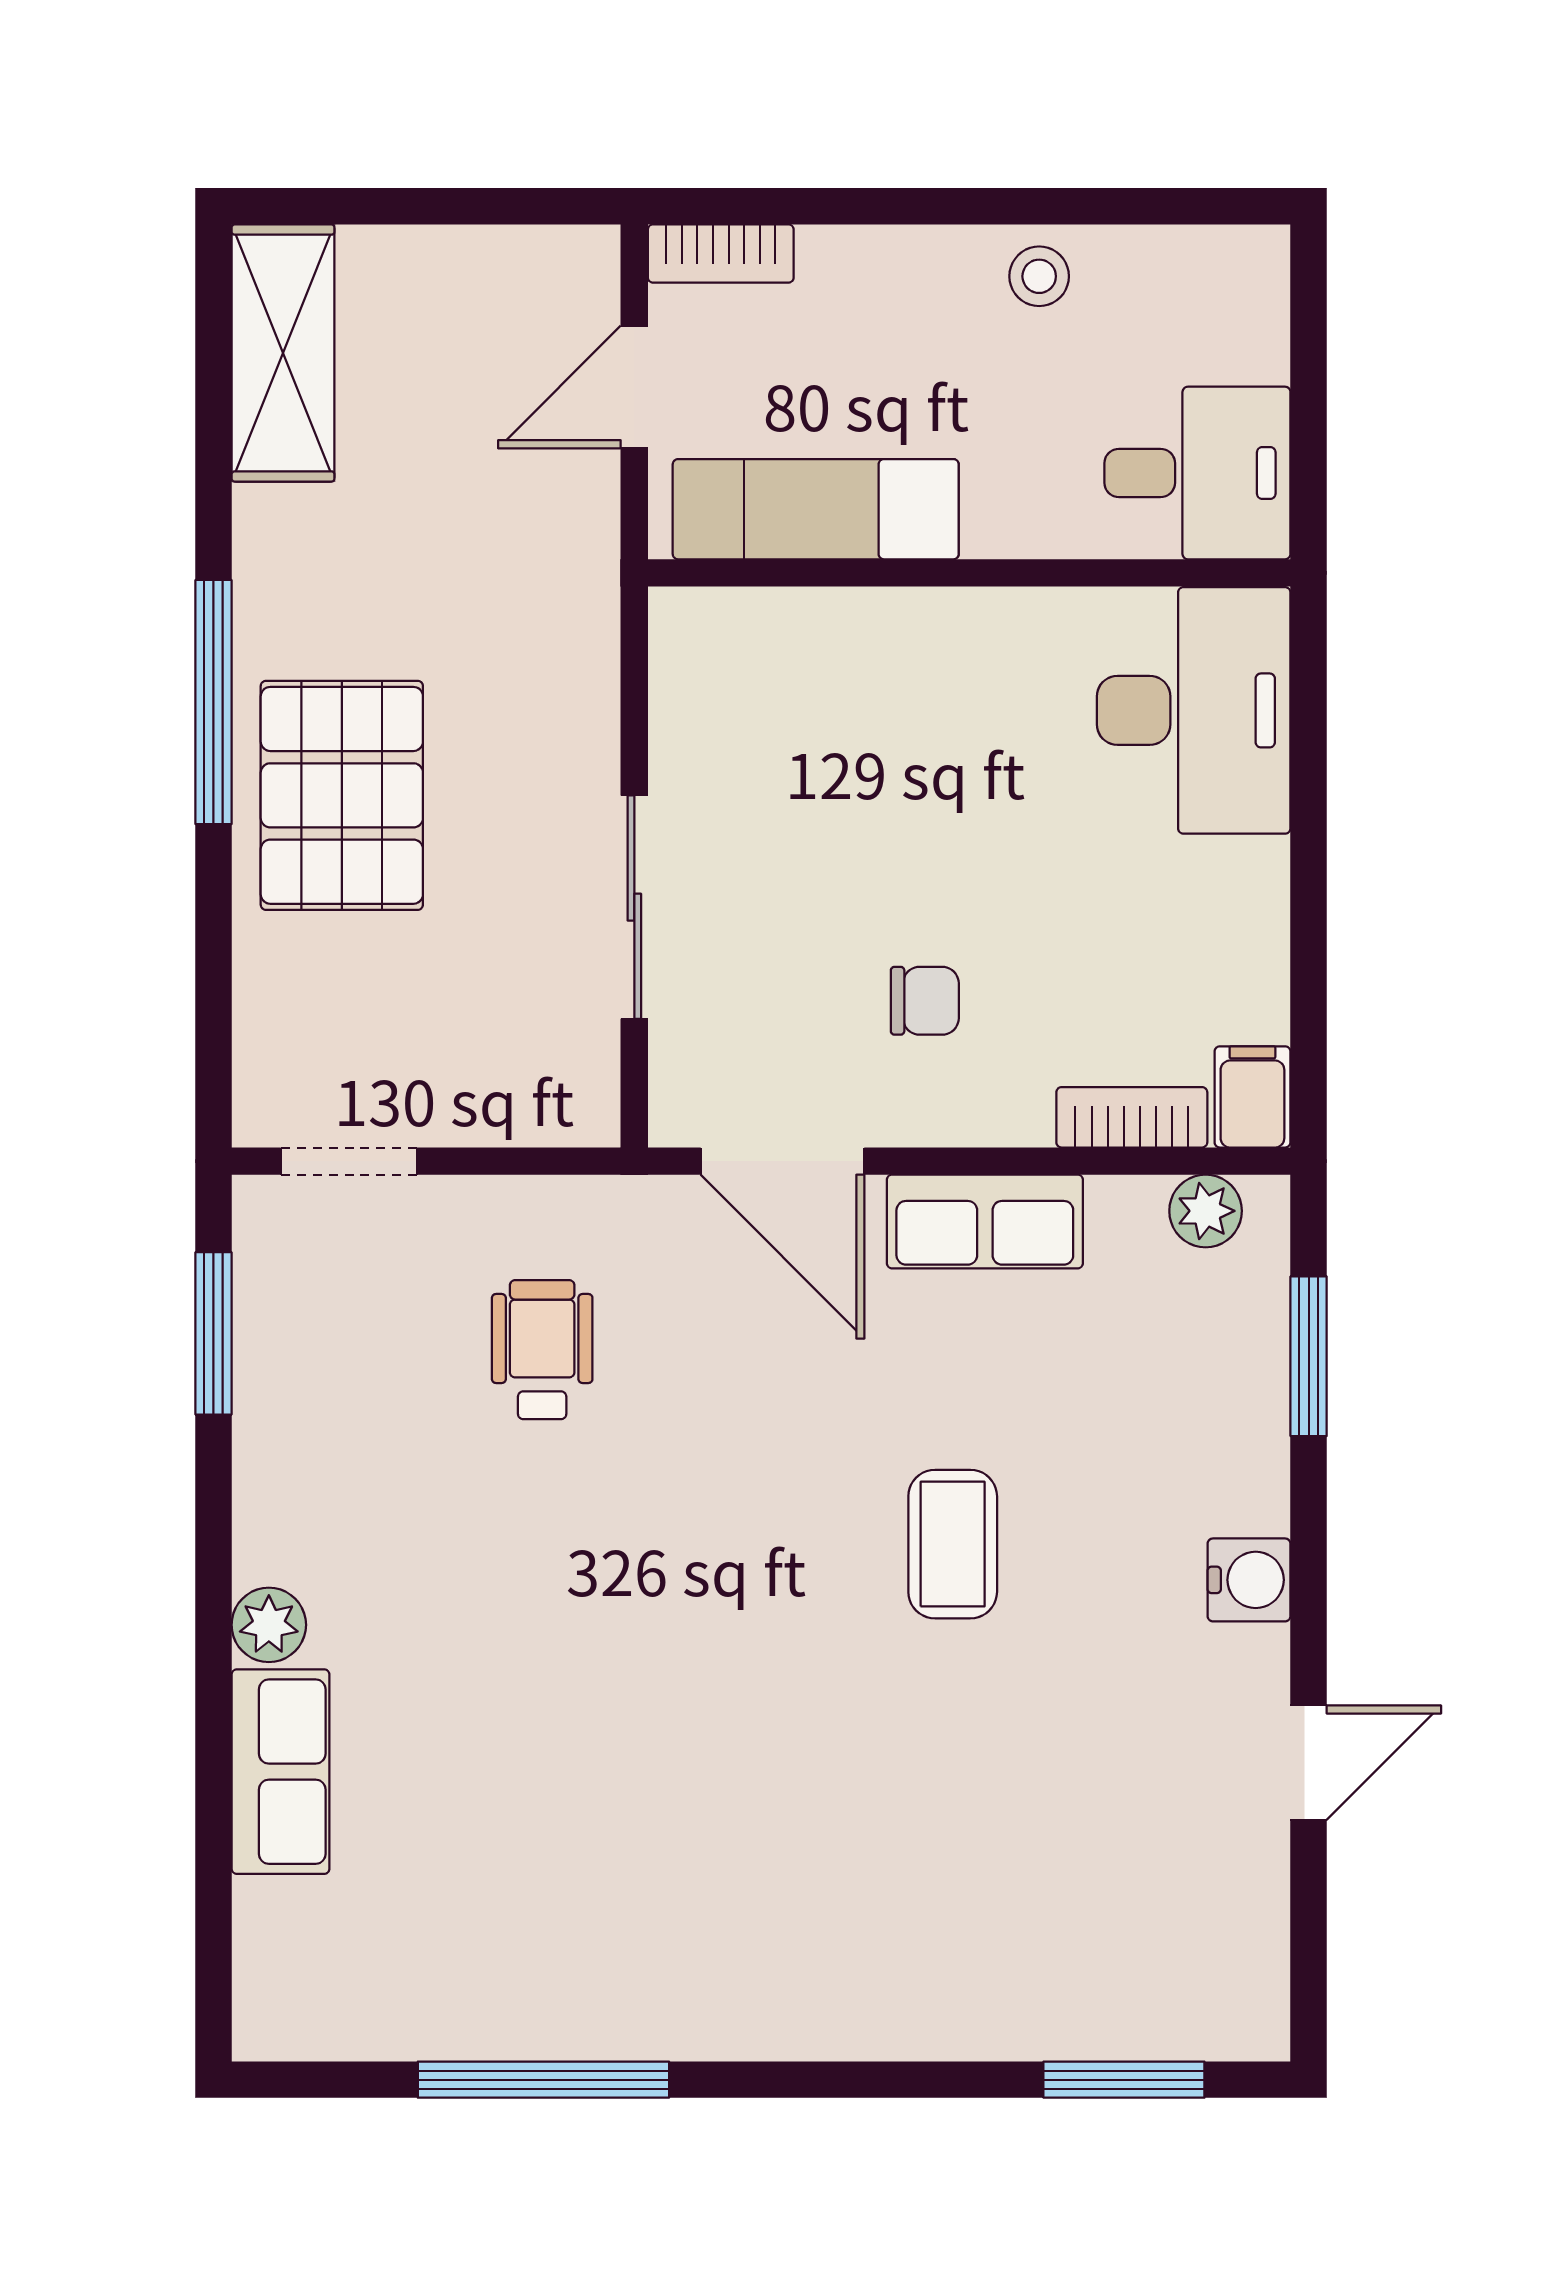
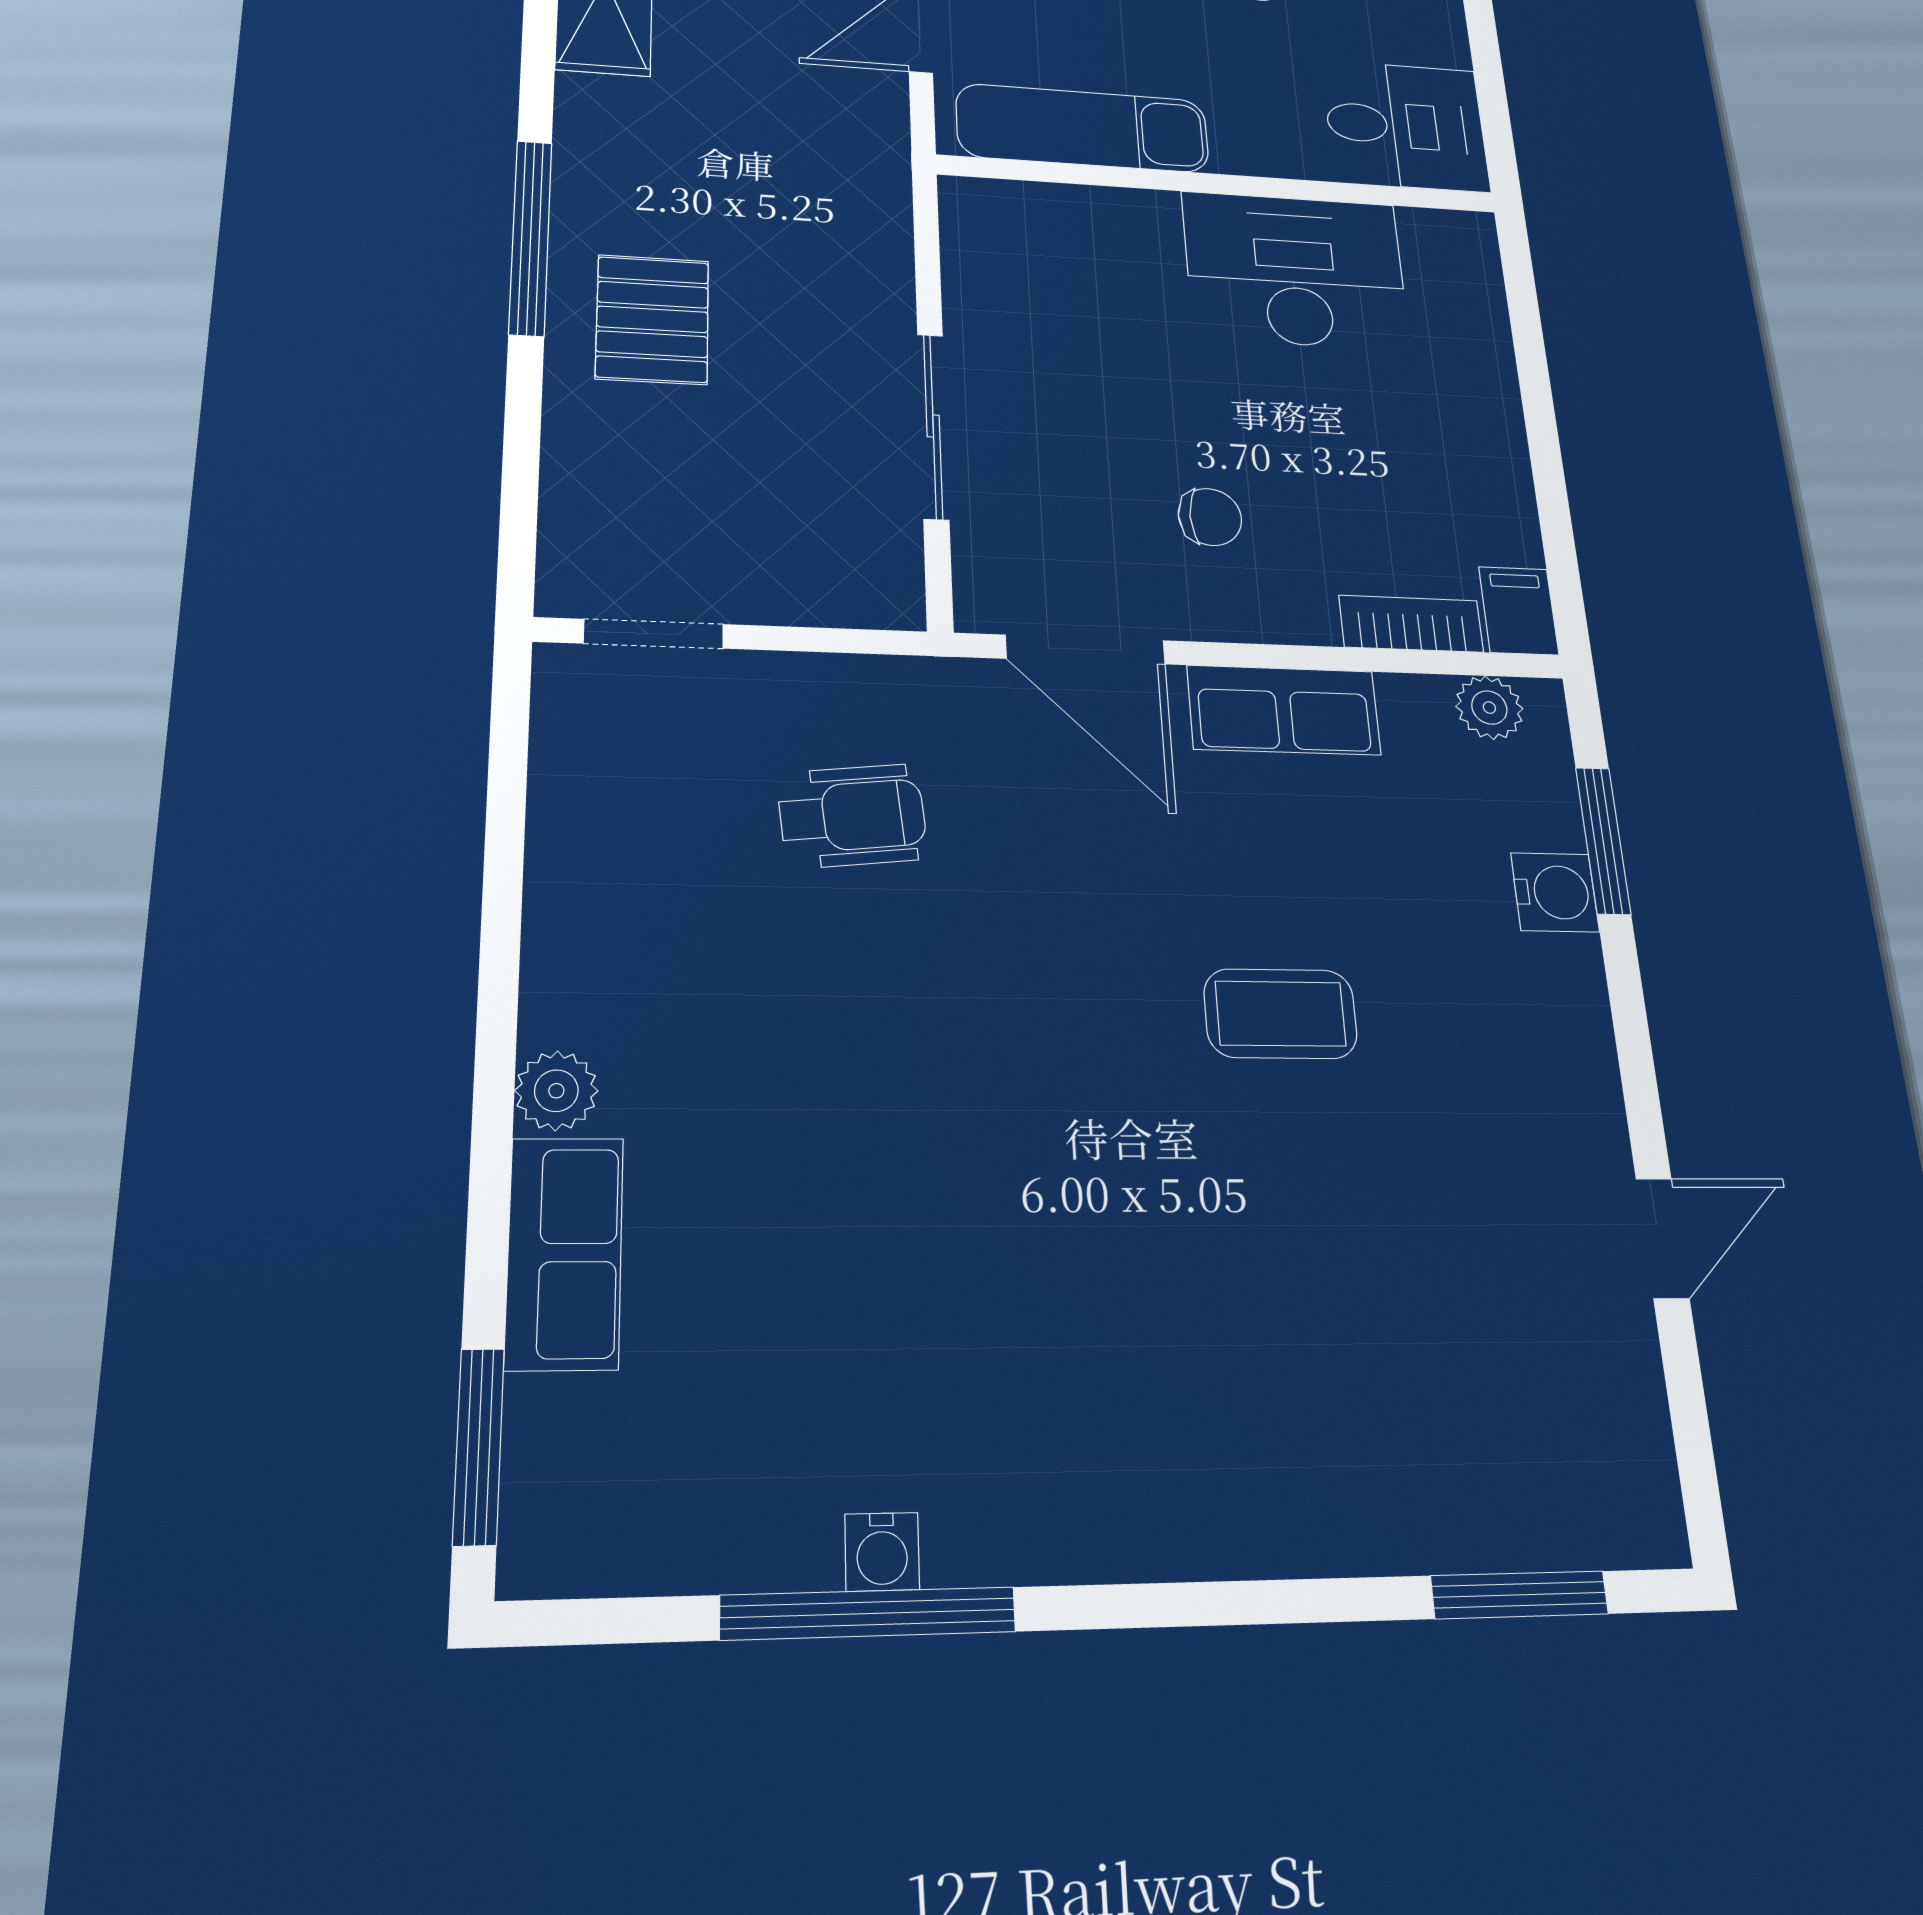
desk: (1194, 710) -> (1295, 271), moved, turned -90
pallet: (342, 795) -> (652, 319), width x0.67, depth x0.71
window: (213, 1333) -> (479, 1446), moved
wheelchair: (542, 1350) -> (852, 816), turned 84
coffee table: (953, 1544) -> (1281, 1014), turned 90
water cooler: (1249, 1580) -> (1555, 892), moved
water cooler: (556, 2030) -> (882, 1552), added

